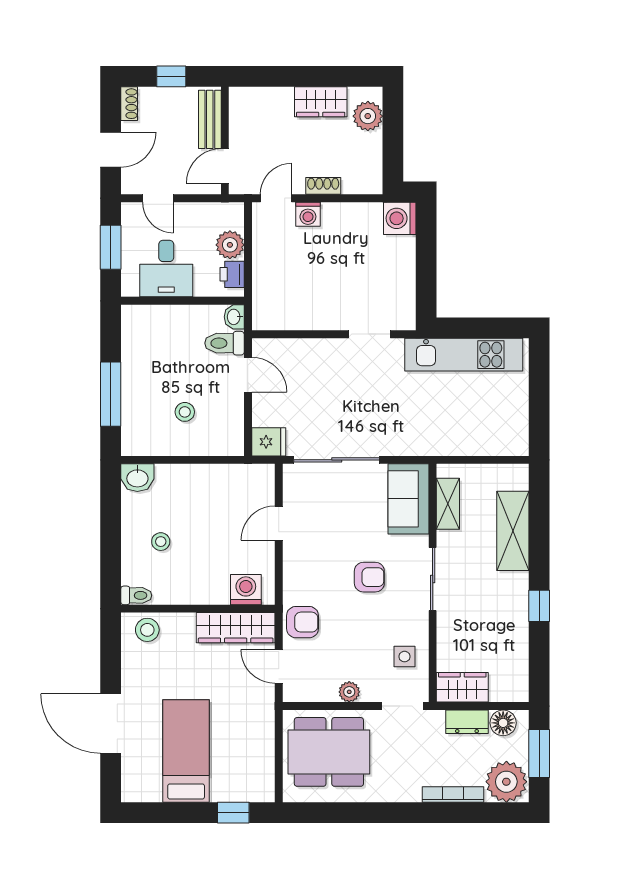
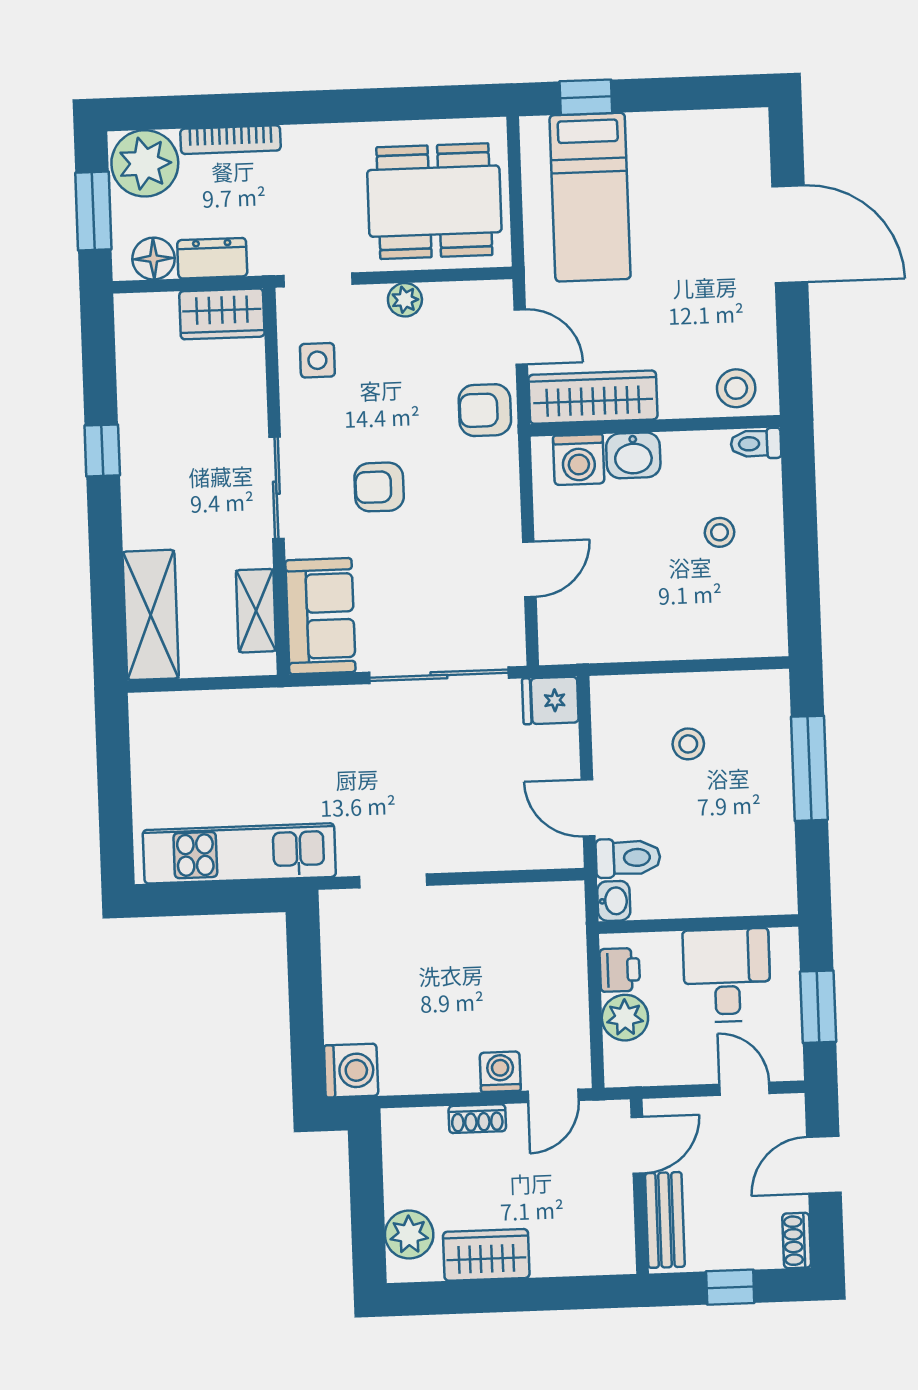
washbasin: (137, 478) -> (633, 455), moved, turned 180
shelving: (513, 531) -> (151, 615), moved
bed: (186, 751) -> (590, 197), moved

